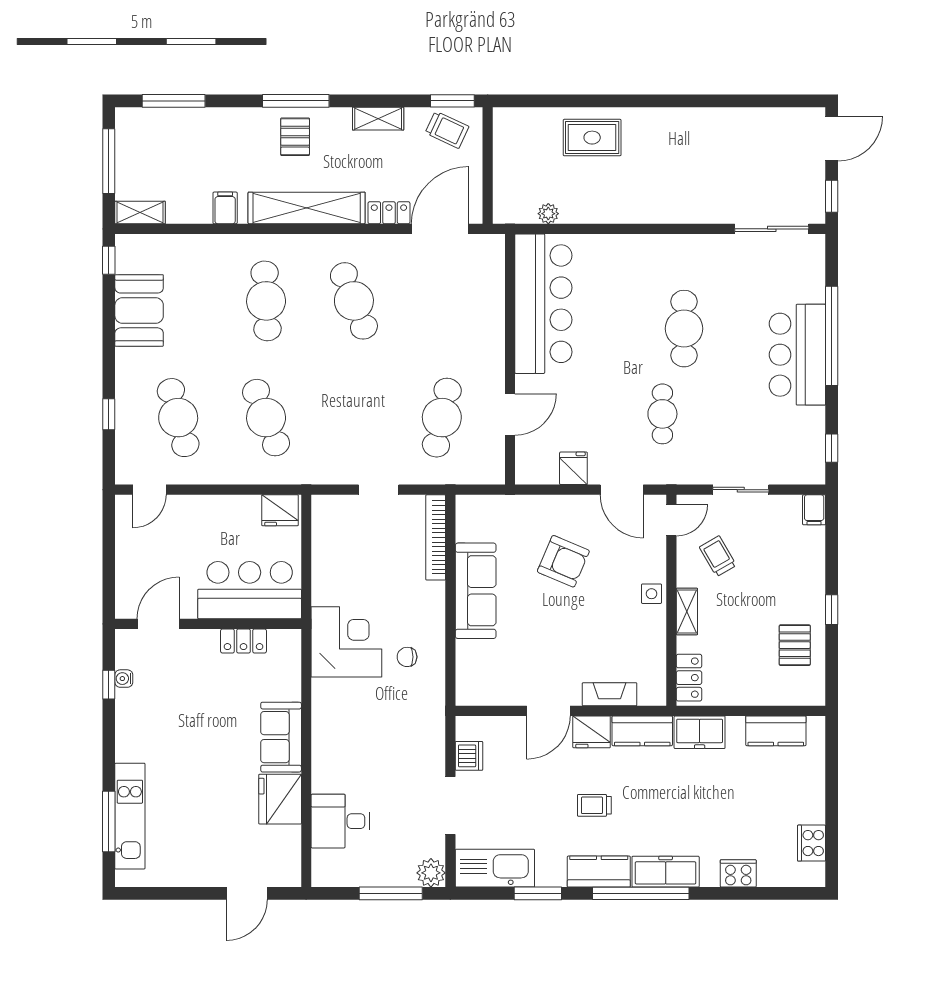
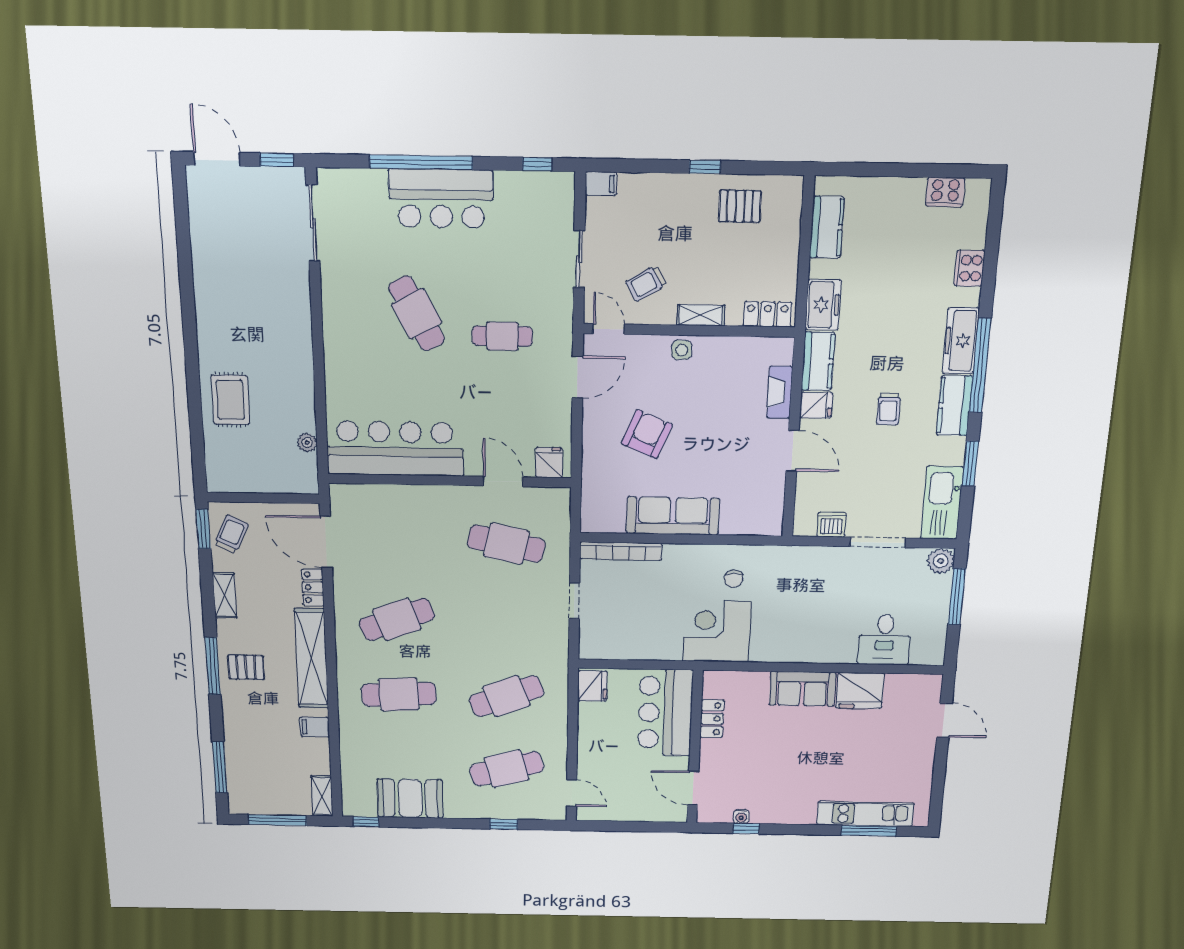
cafe table: (684, 329) -> (417, 313), turned 62
fridge: (573, 468) -> (549, 462), moved, turned 90
fridge: (592, 732) -> (816, 405), width x0.72

